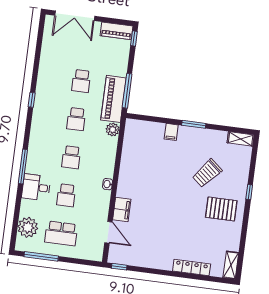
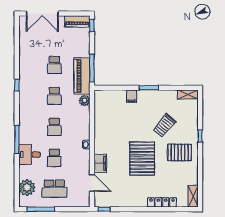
pallet: (174, 211) -> (142, 159), added

